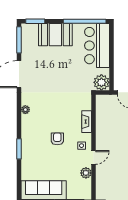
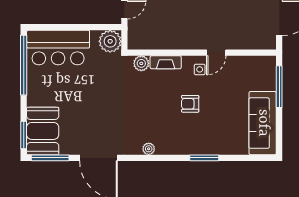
booth: (55, 35) -> (43, 131), moved
door: (93, 157) -> (216, 53), swing flipped
plant: (86, 173) -> (141, 63), moved

